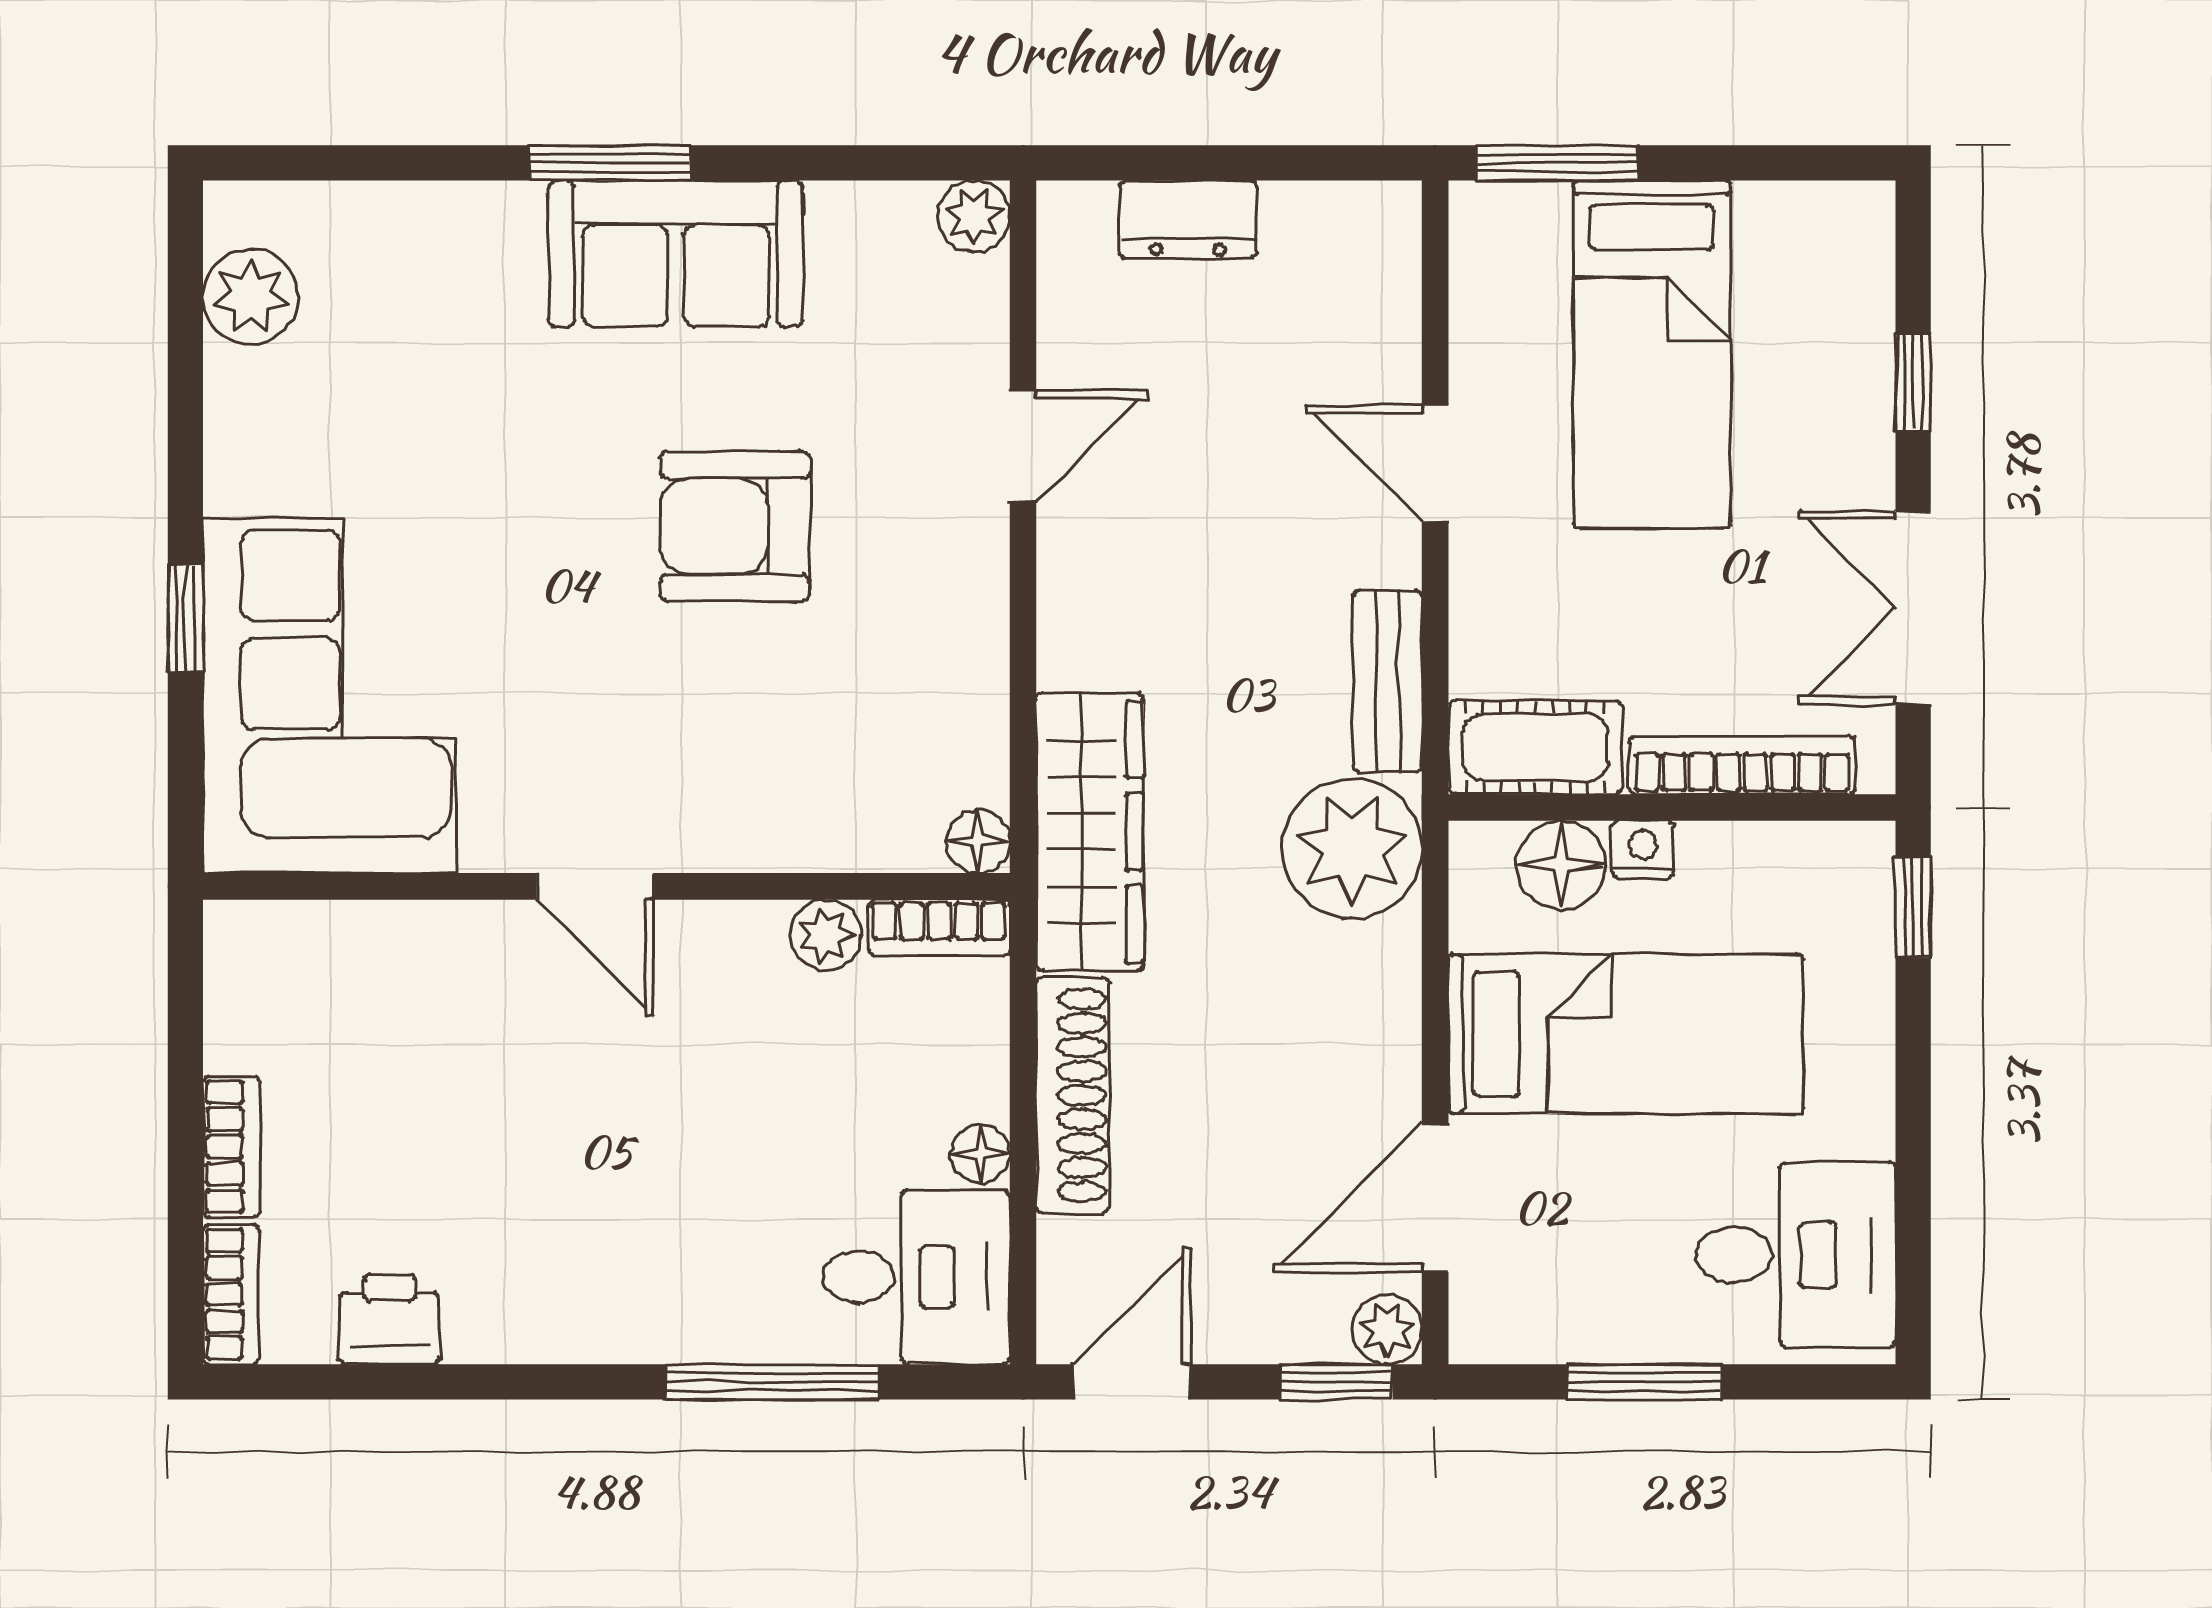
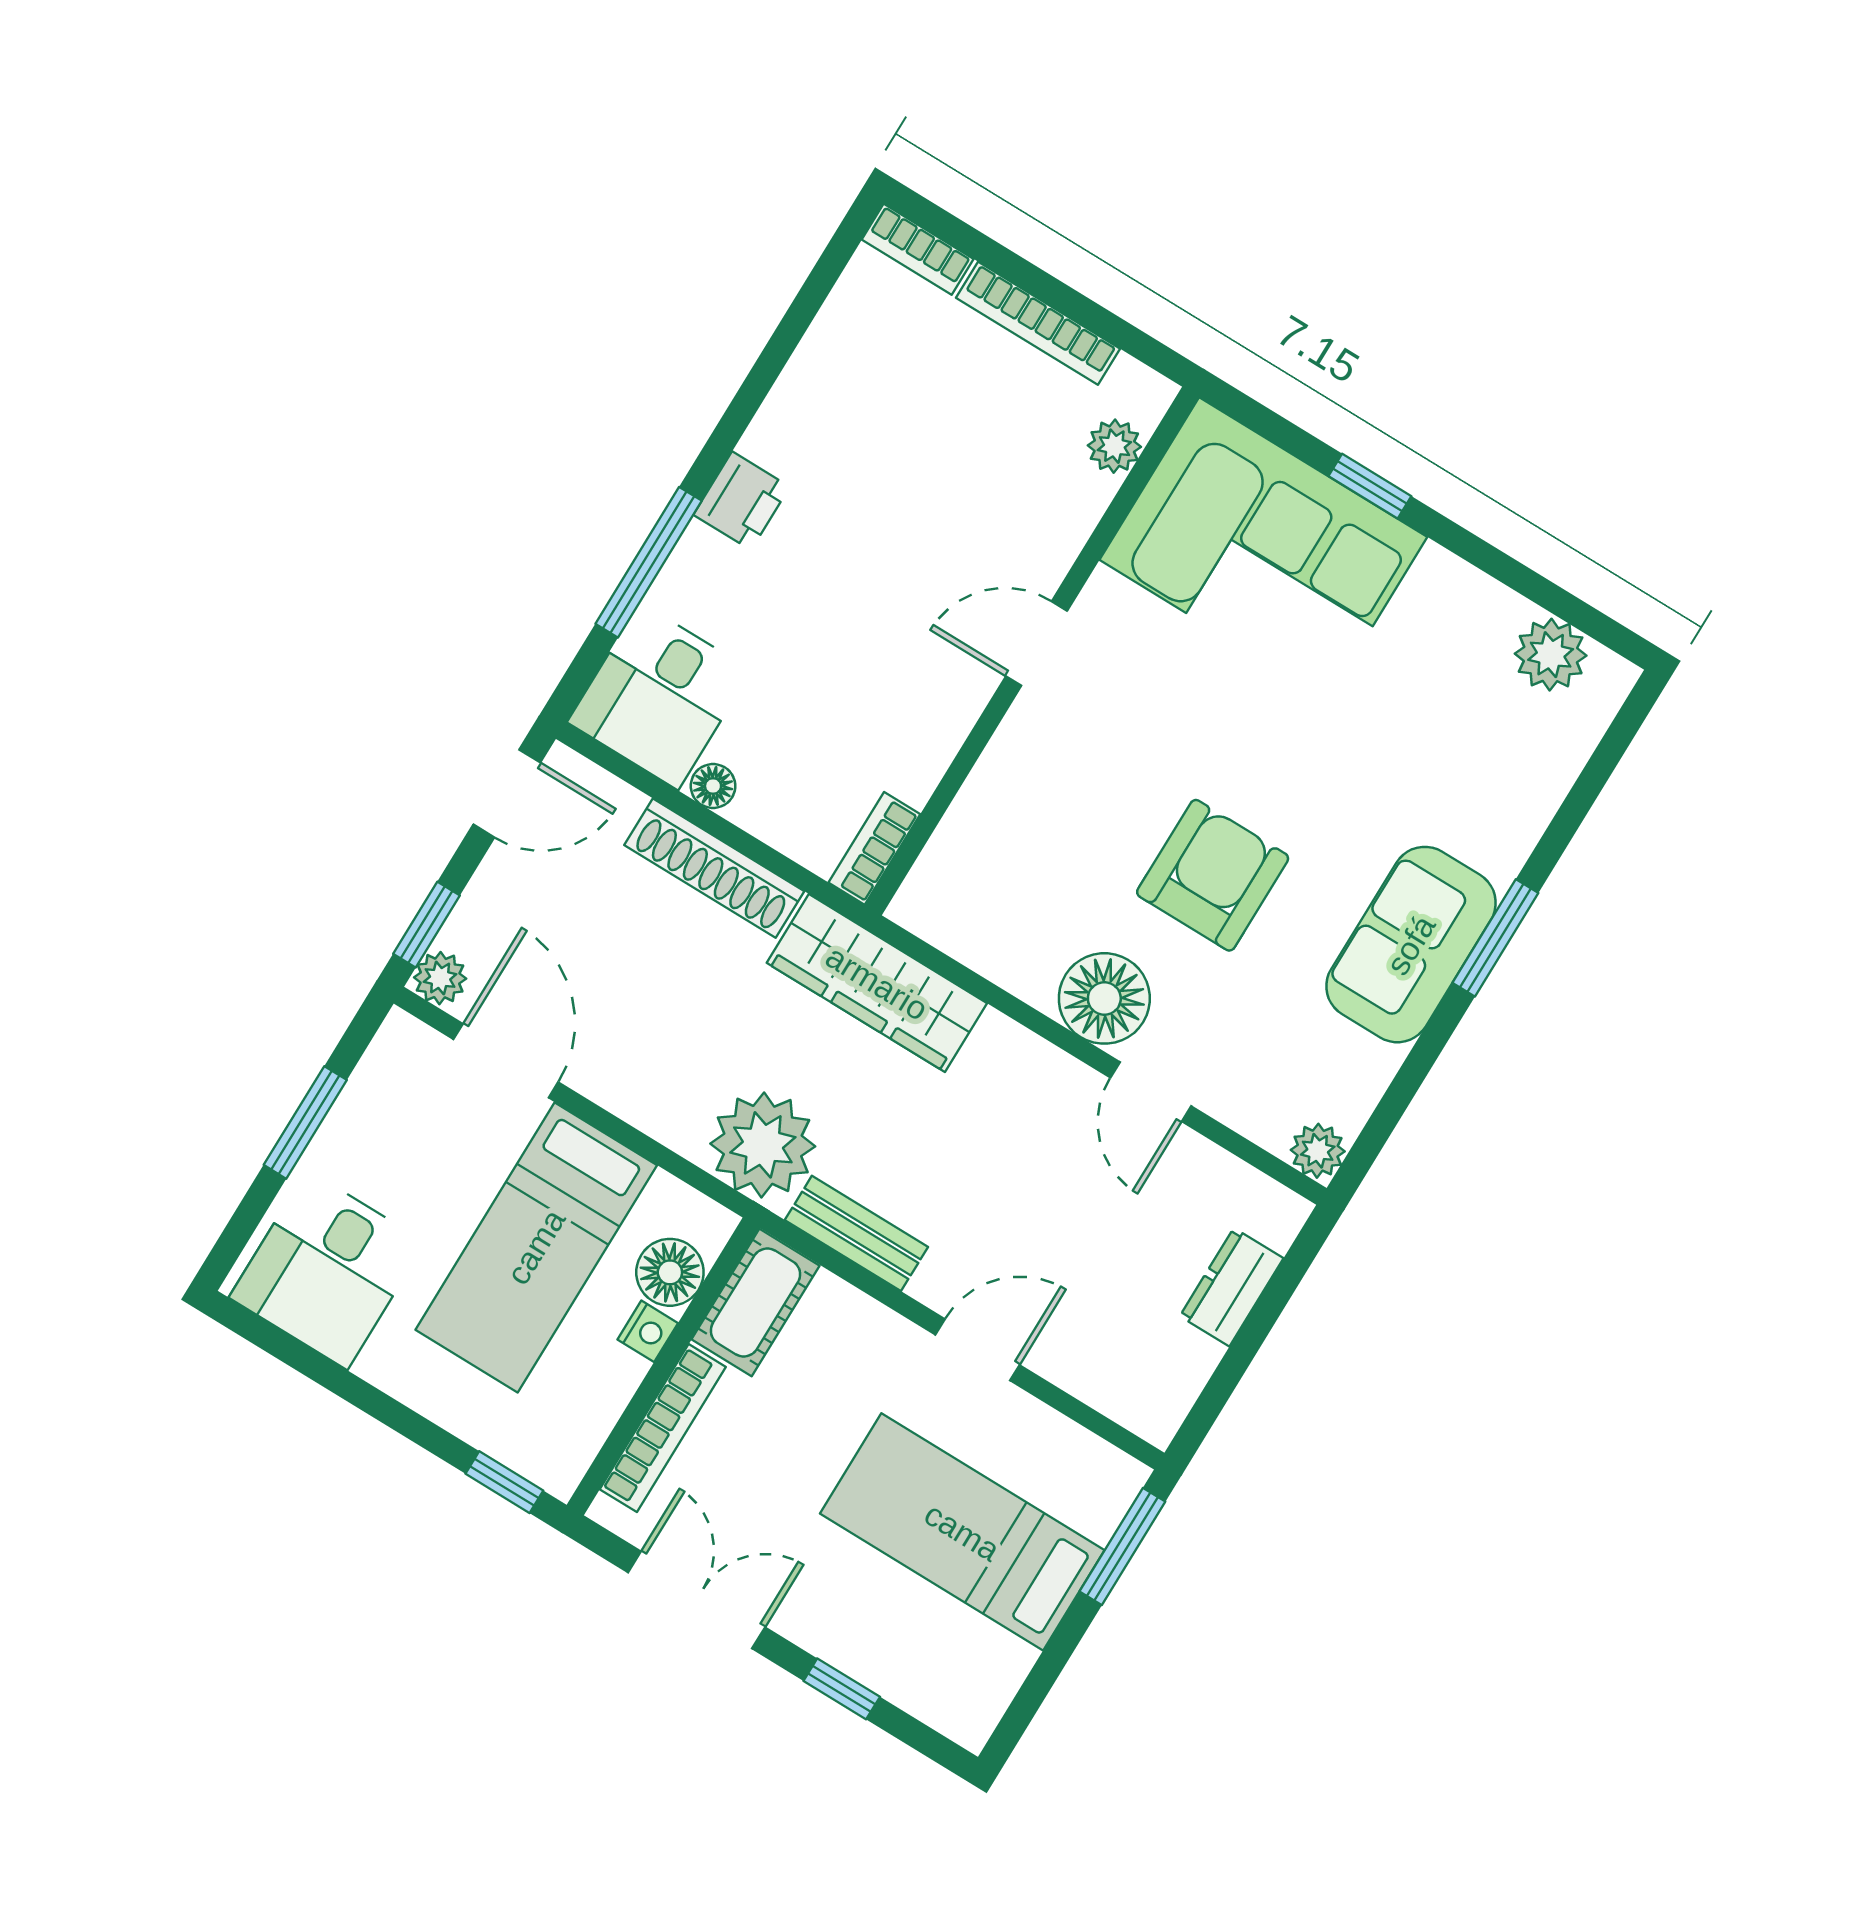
floor lamp: (978, 841) -> (1104, 998), moved, width x1.89, depth x1.89
plant: (826, 935) -> (1114, 446), moved
bookcase: (231, 1147) -> (1038, 323), width x1.56
printer: (390, 1319) -> (742, 501), moved
door: (1132, 1382) -> (507, 793), hinge flipped

